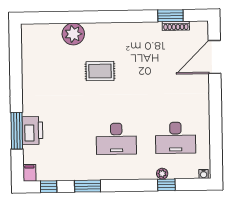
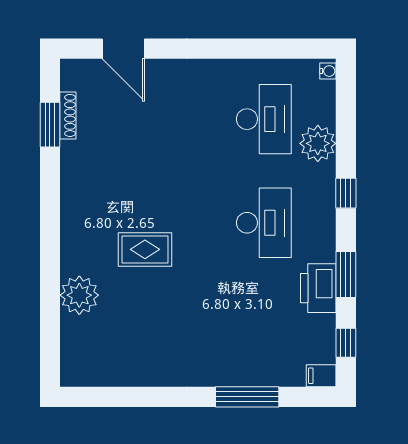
door: (215, 57) -> (123, 49), width x0.73
rug: (100, 71) -> (145, 249), turned 90
printer: (33, 130) -> (318, 288), moved, turned -90
plant: (162, 174) -> (318, 143), width x1.88, depth x1.88
window: (166, 185) -> (346, 193), moved

